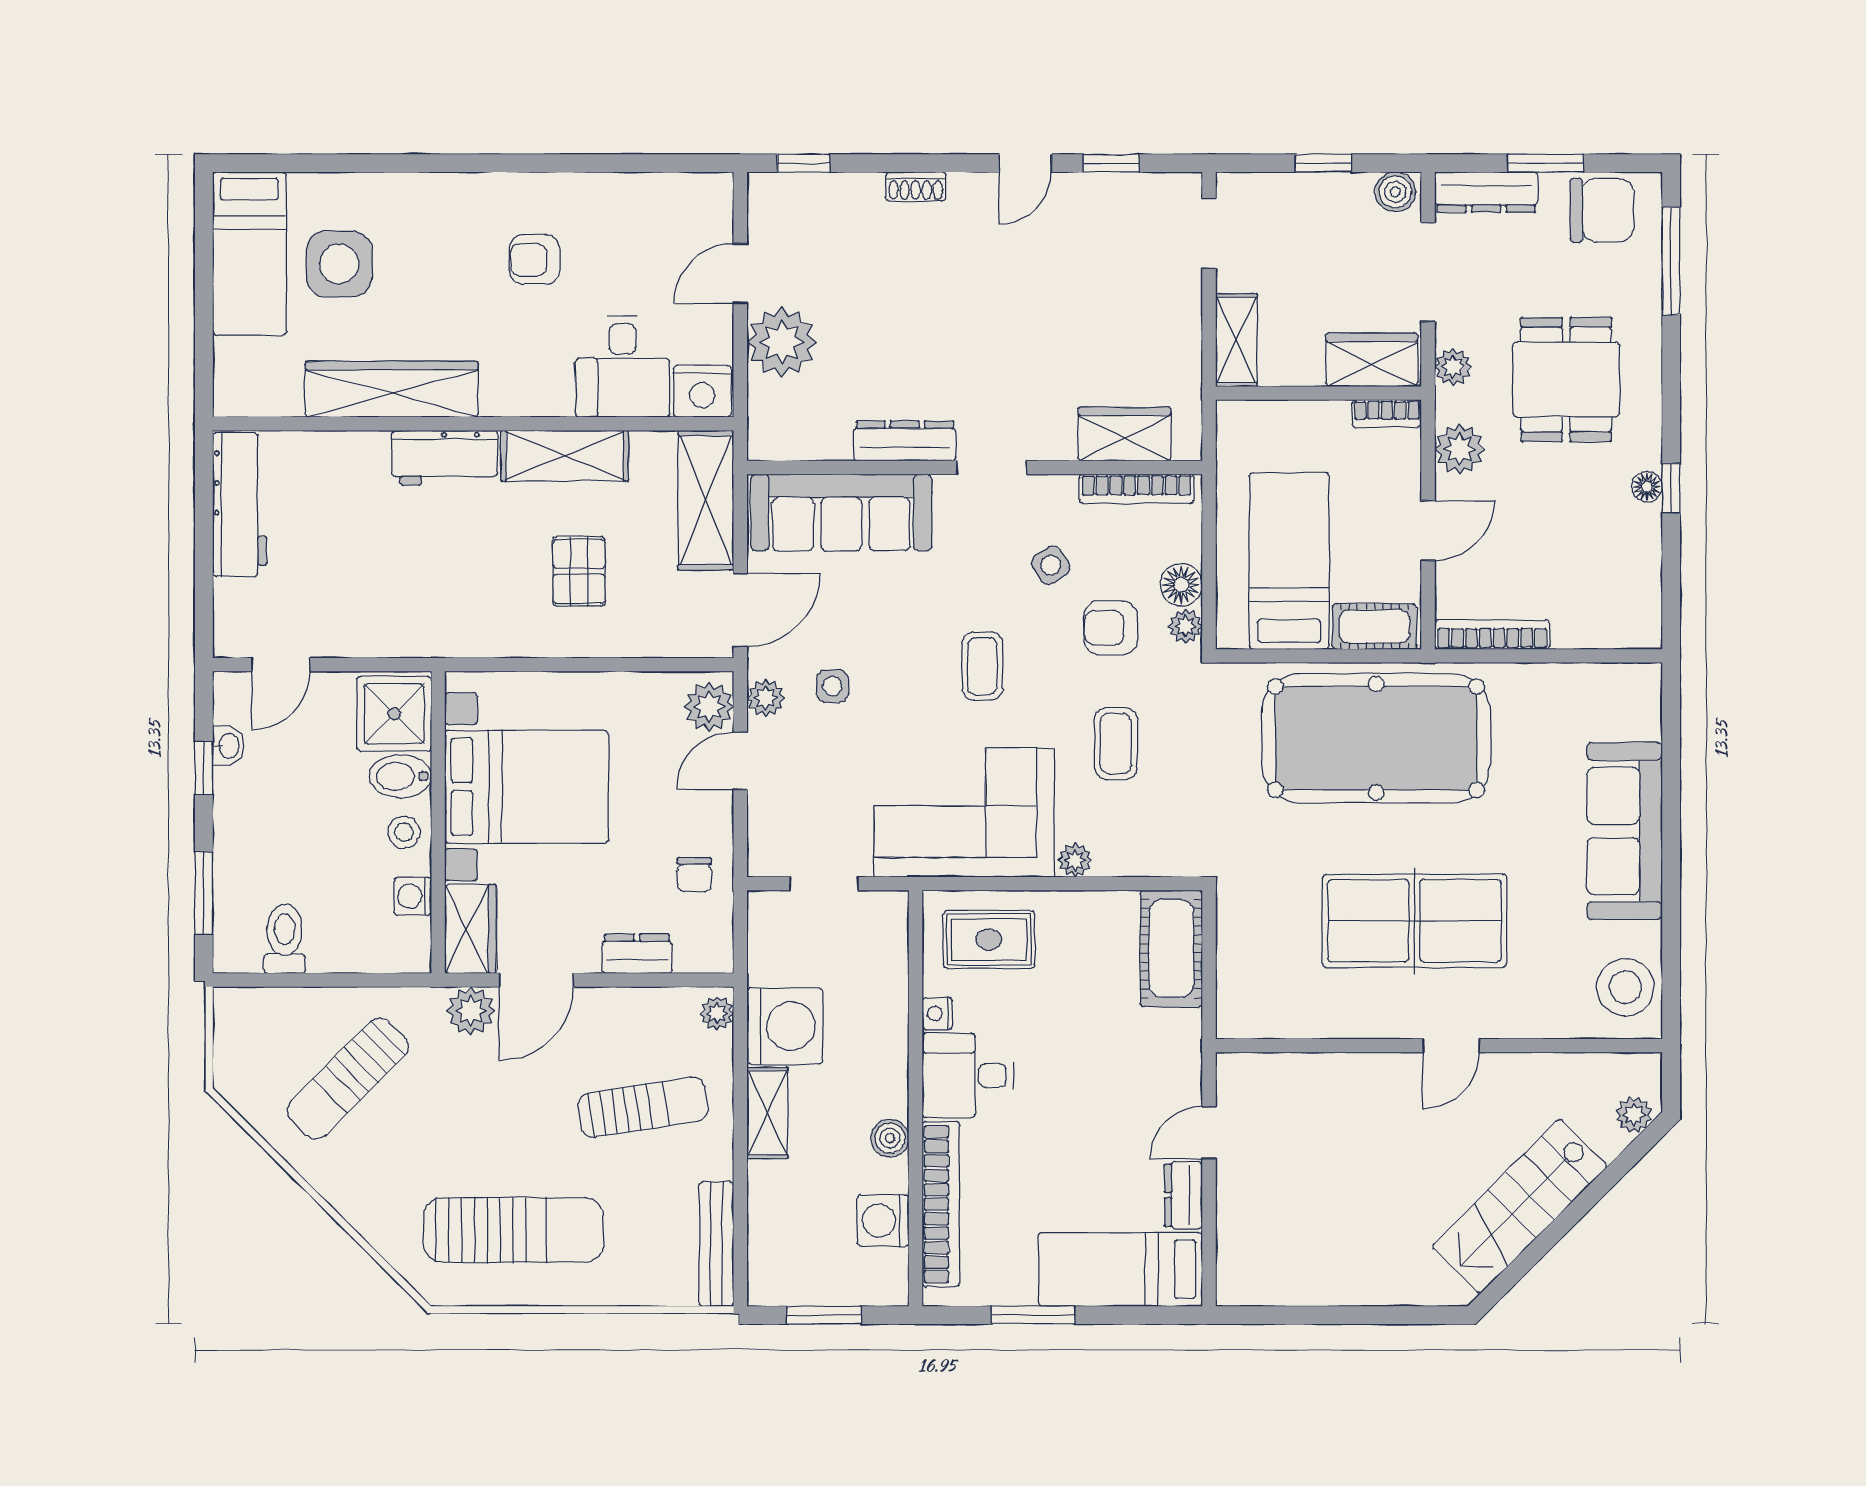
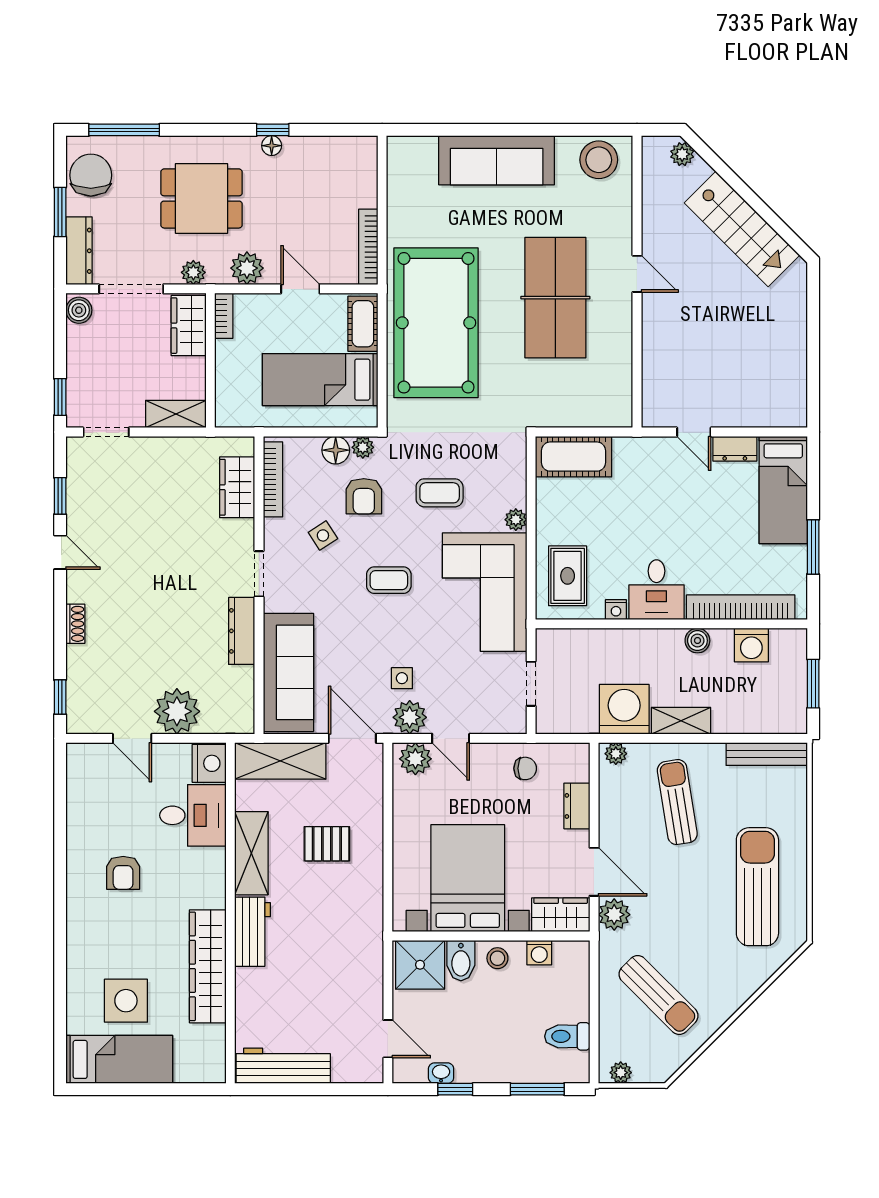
window: (1323, 163) -> (60, 397), moved
plant: (766, 698) -> (410, 717), width x1.38, depth x1.38
plant: (229, 1021) -> (621, 1073), added

